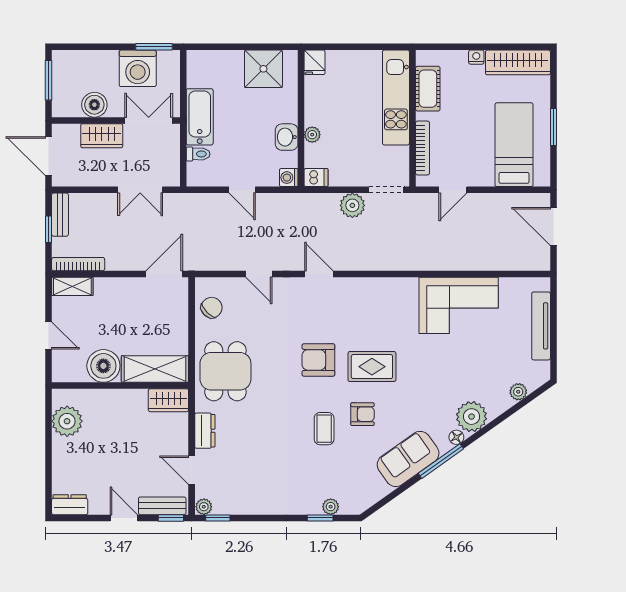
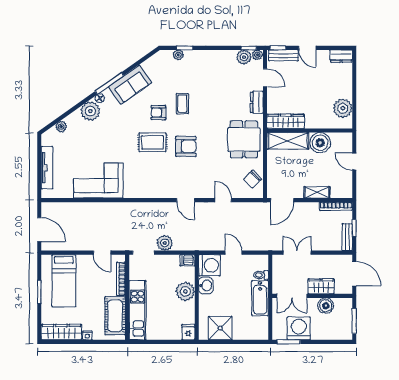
cot: (428, 89) -> (115, 316), width x1.37, depth x1.34
plant: (312, 135) -> (185, 291), width x1.88, depth x1.88
washing machine: (289, 178) -> (210, 265), width x1.89, depth x1.89
door: (453, 190) -> (102, 253), swing flipped
shelving: (72, 286) -> (317, 192), moved
wardrobe: (168, 400) -> (286, 121), width x1.50
plant: (225, 503) -> (244, 57), added

